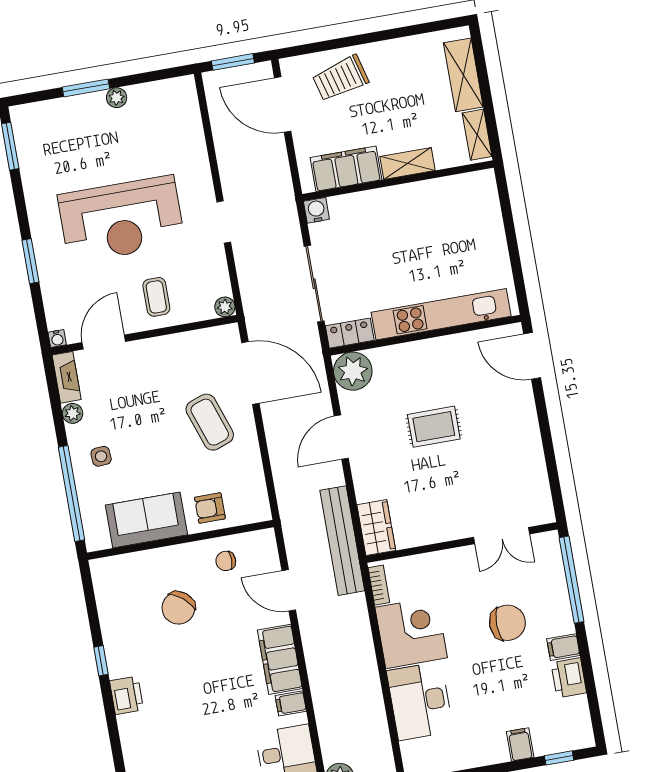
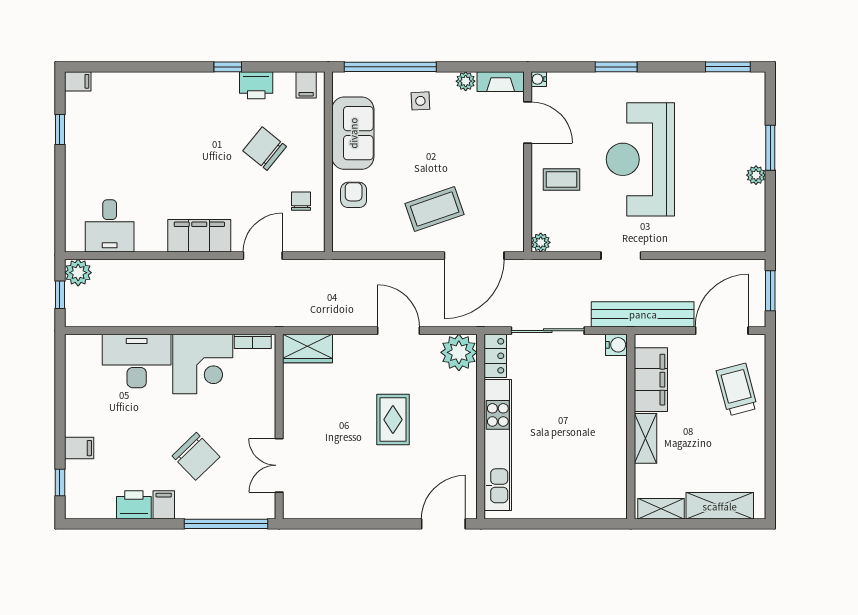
bench: (342, 541) -> (643, 314), moved
chair: (507, 623) -> (196, 456), turned -43
printer: (127, 695) -> (256, 85), moved
filing cabinet: (291, 703) -> (306, 85), moved, turned 180

